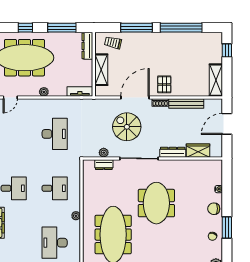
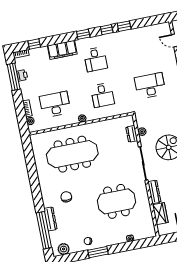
desk: (55, 134) -> (150, 86), turned 180
meeting table: (156, 203) -> (116, 201), moved
chair: (214, 209) -> (66, 197), moved

